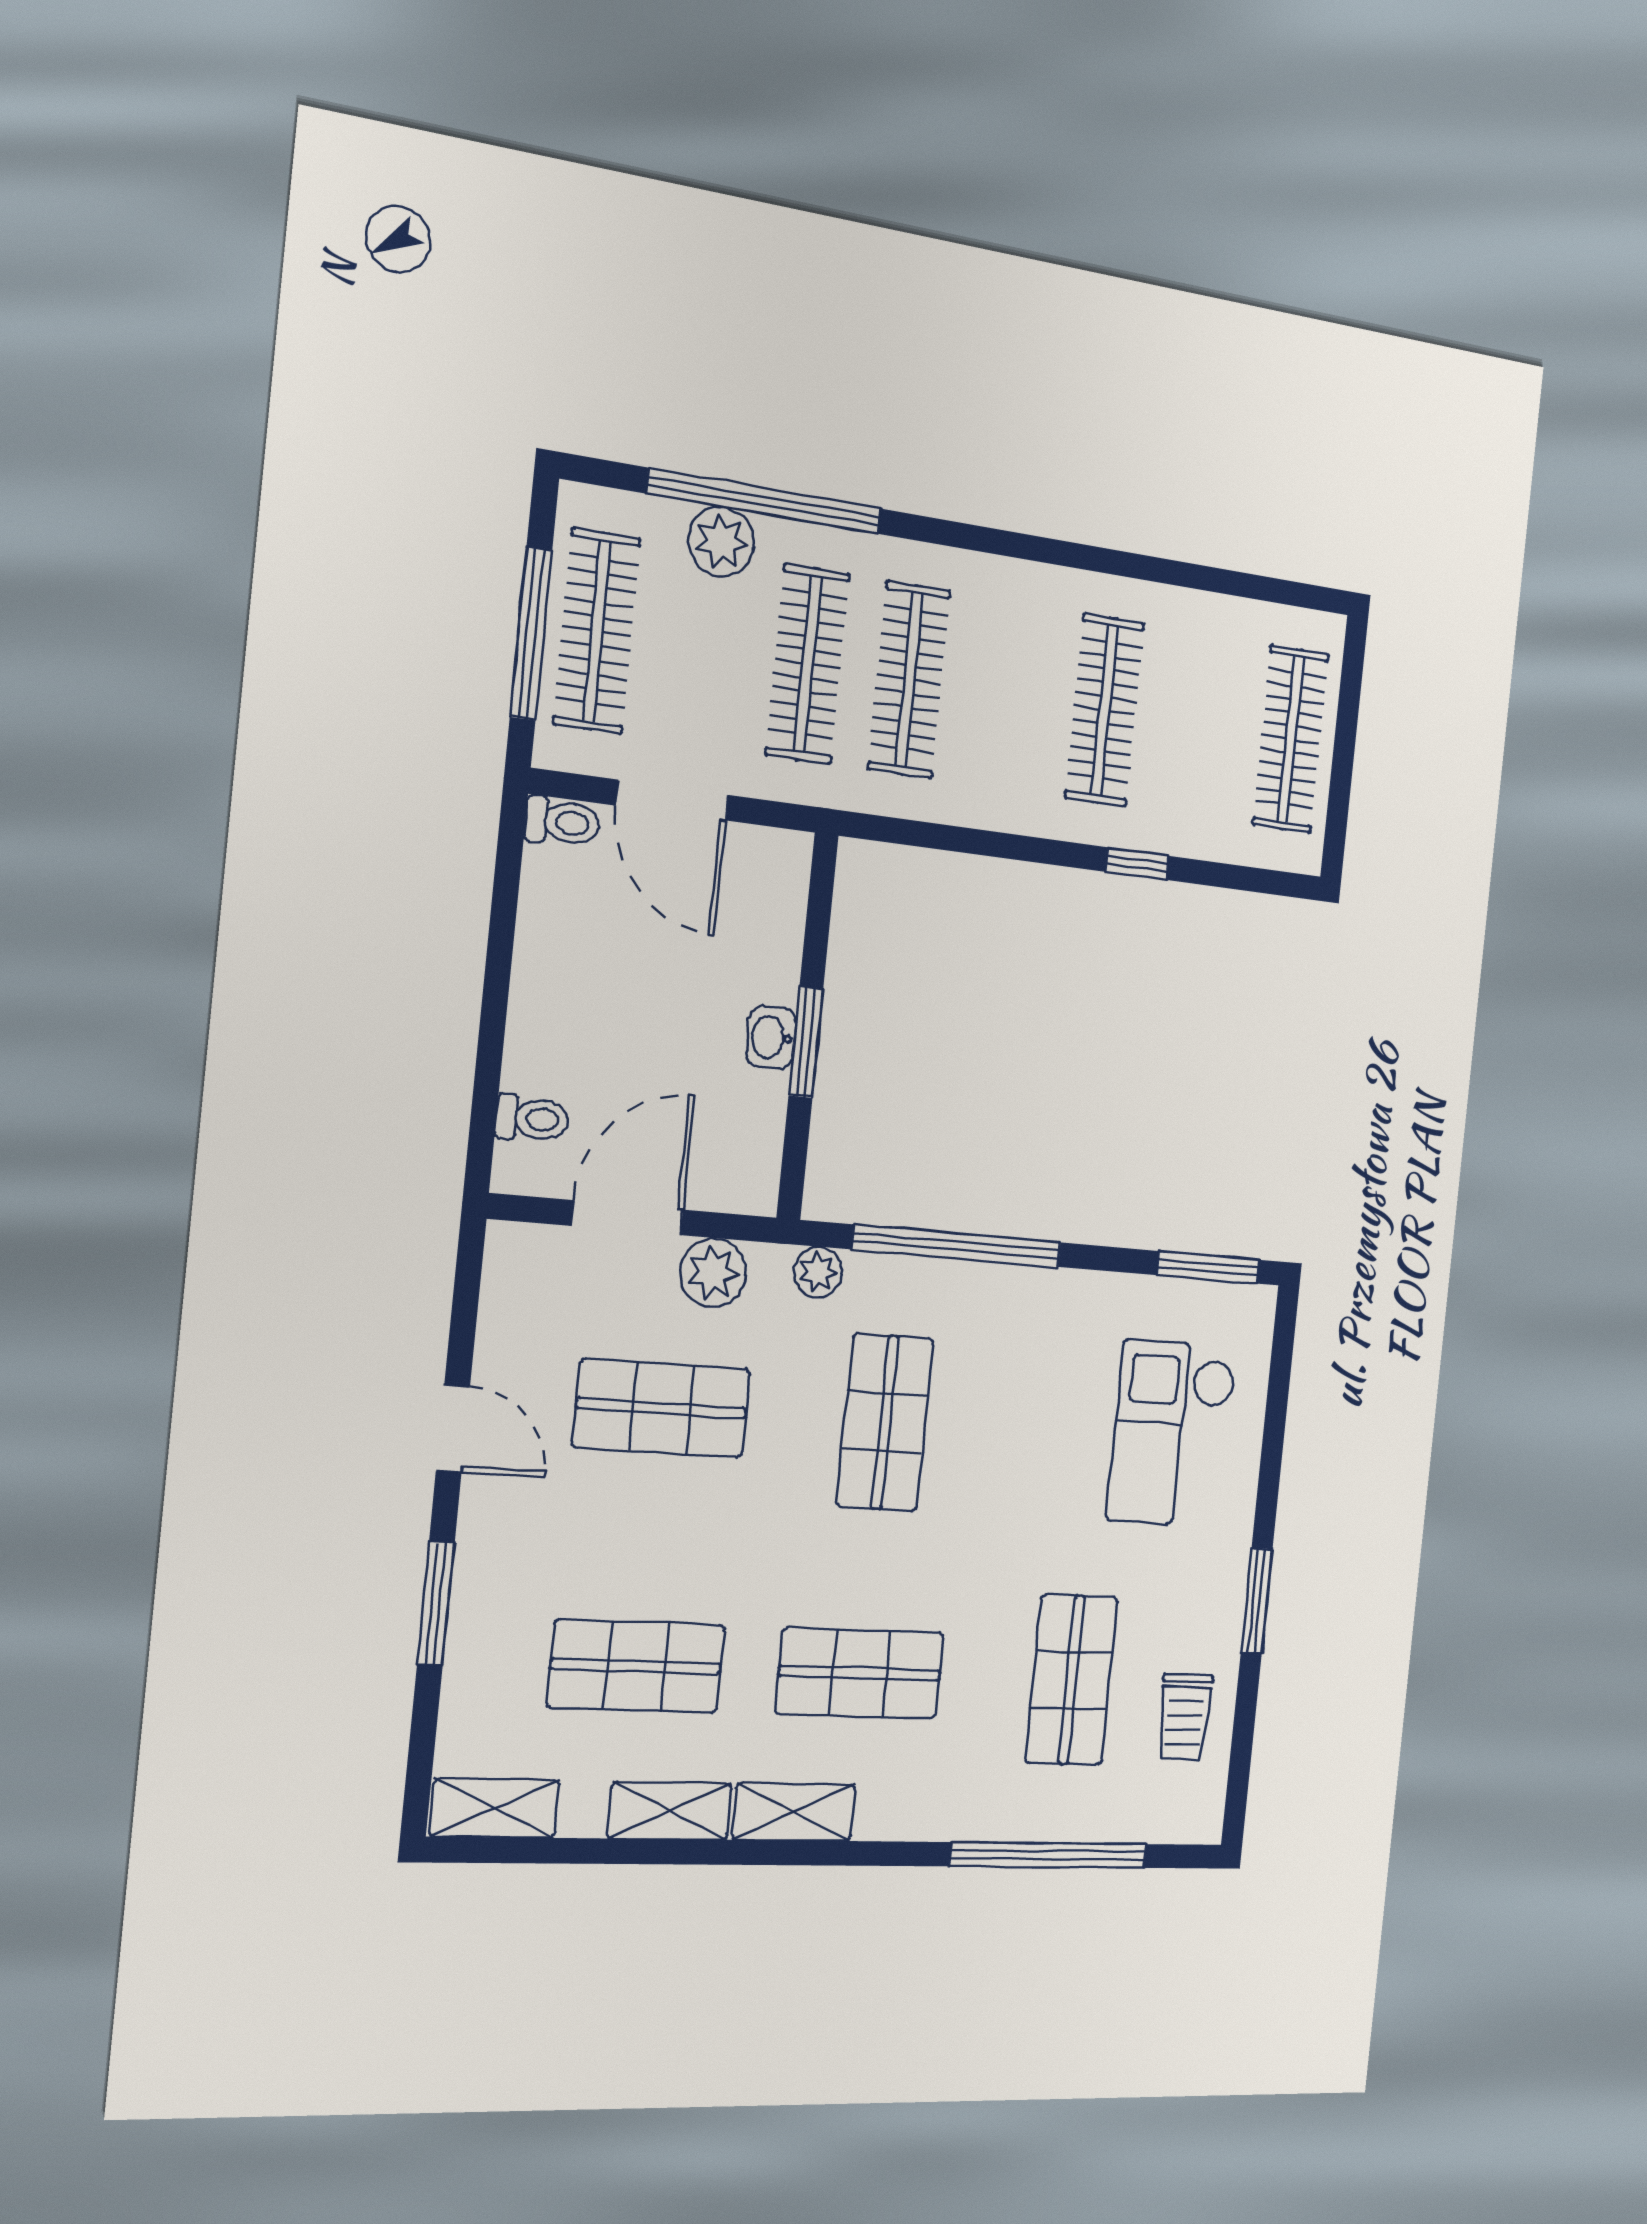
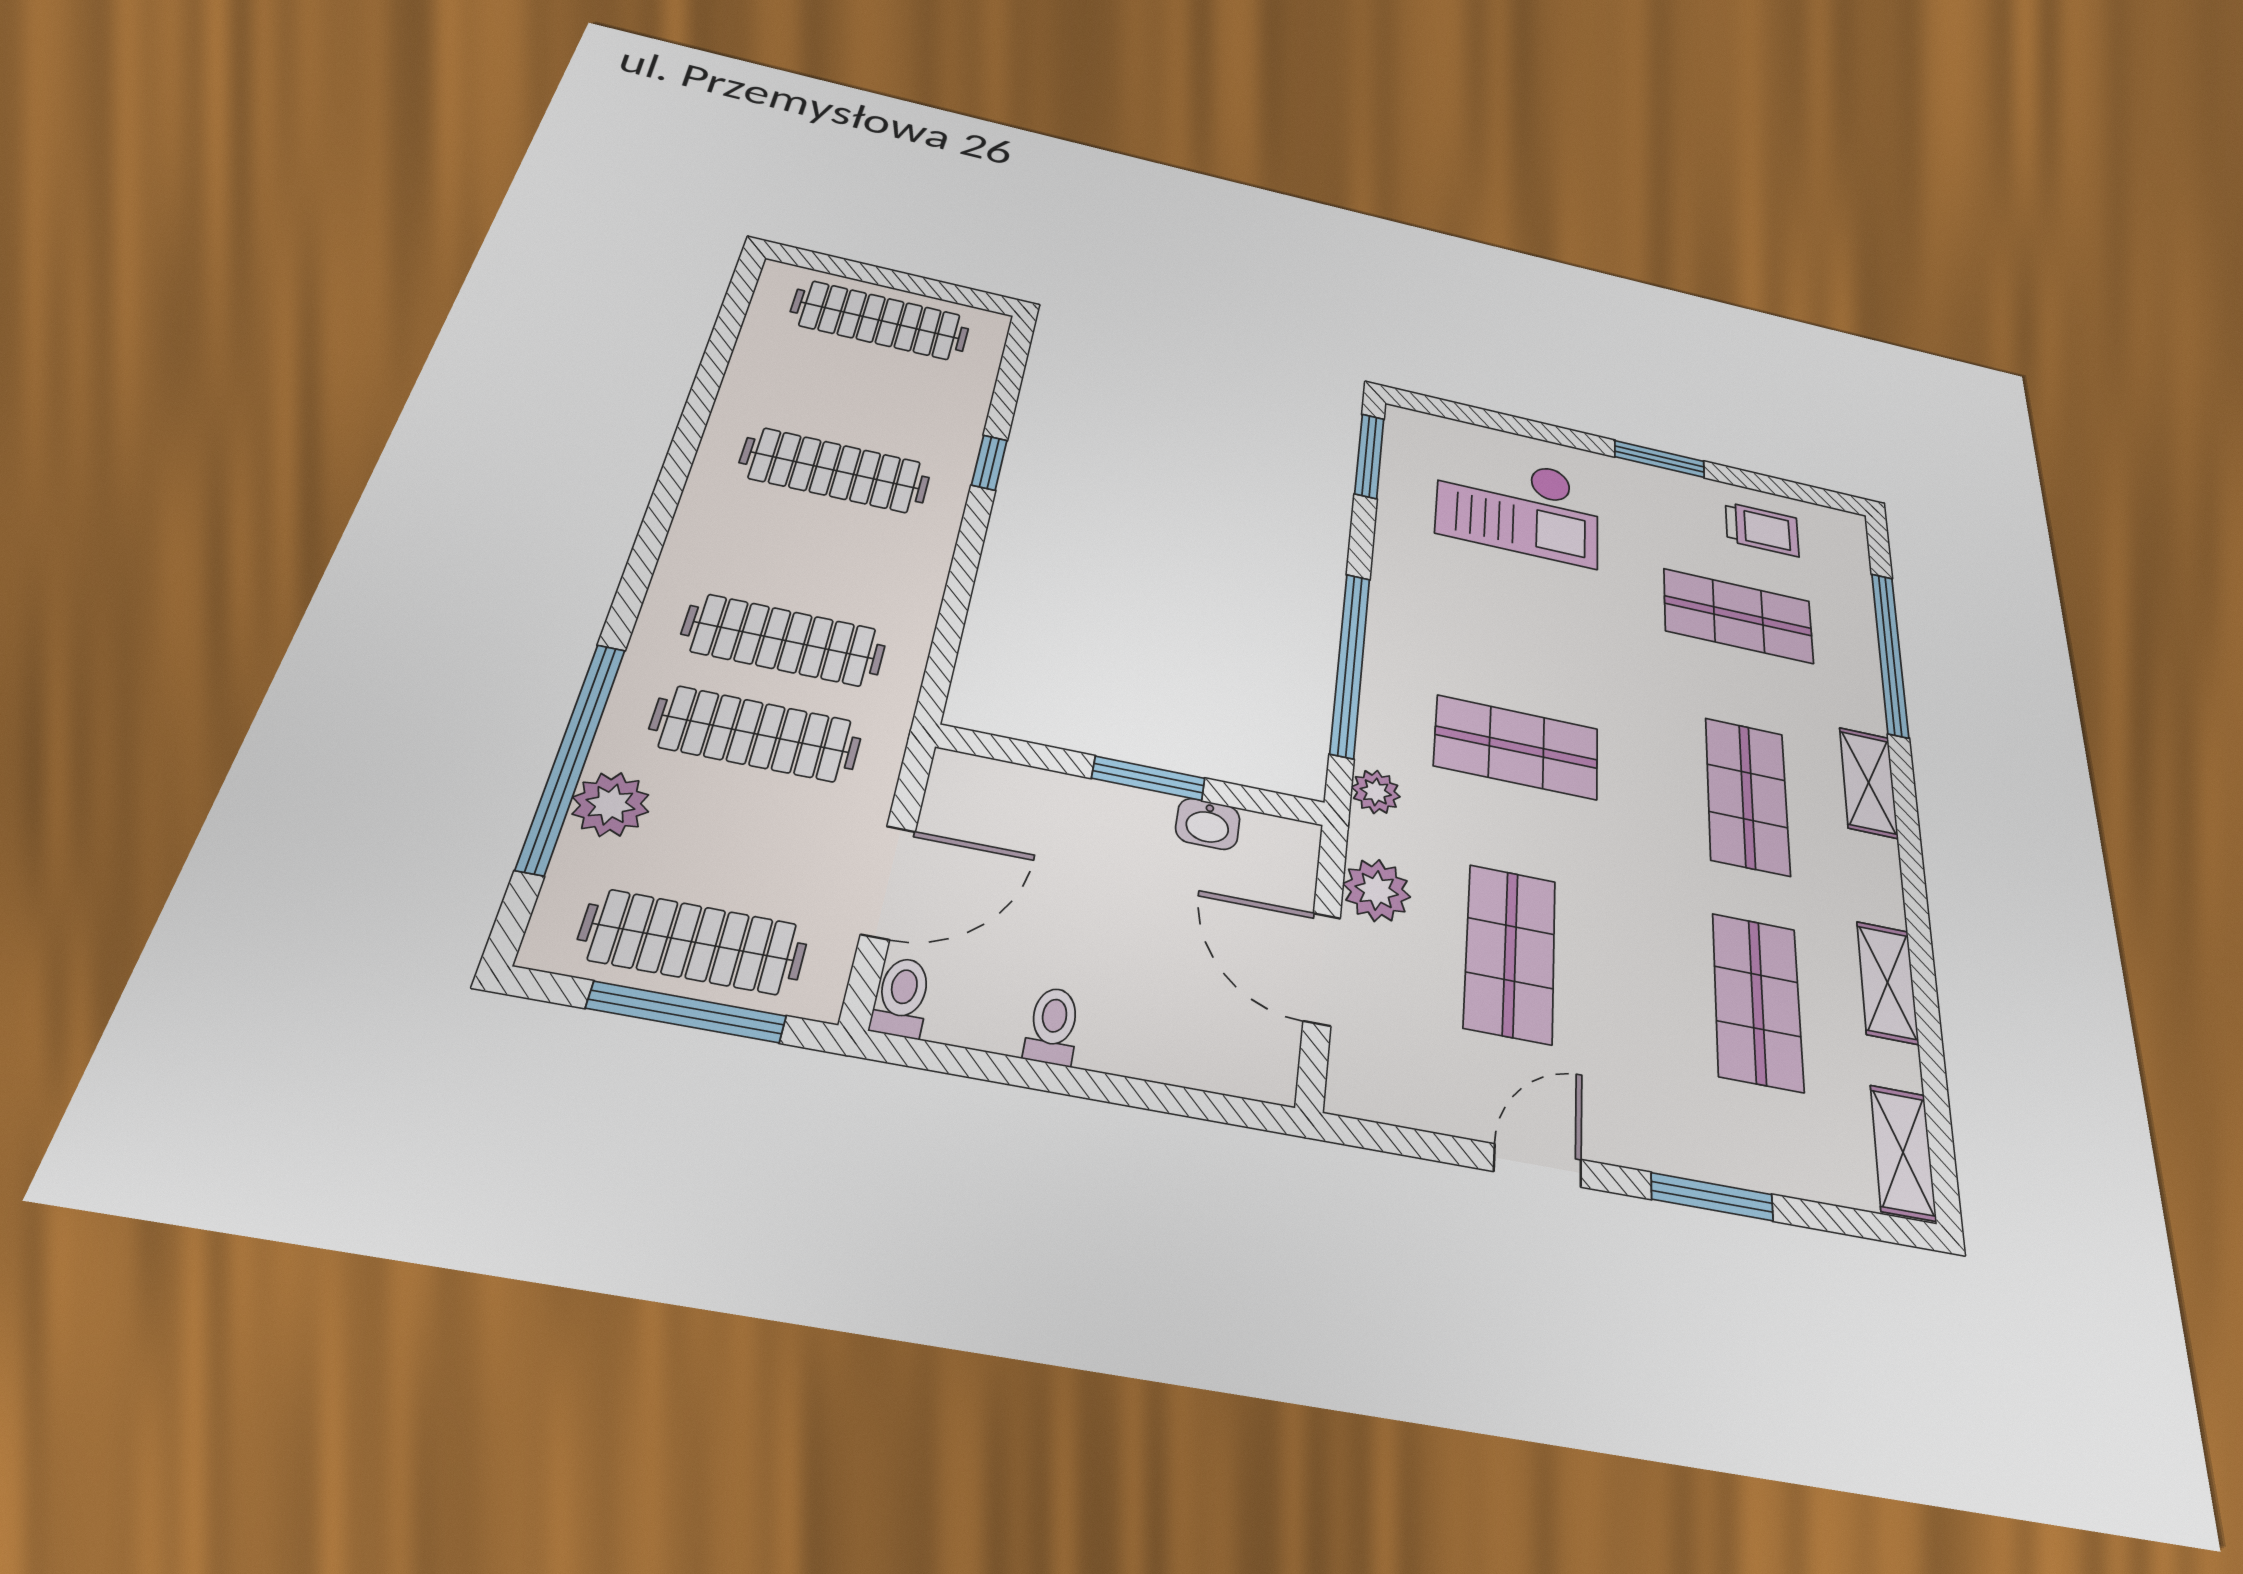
washbasin: (771, 1037) -> (1208, 824), moved
toilet: (532, 1119) -> (1053, 1026), moved
shelving: (794, 1812) -> (1869, 782), moved

